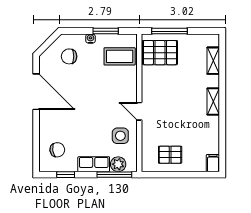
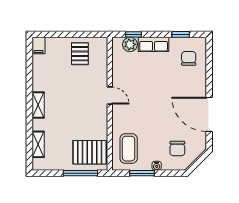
chair: (69, 56) -> (177, 149), turned 90
coffee table: (120, 56) -> (129, 149), turned 90
side table: (120, 136) -> (128, 72), removed
chair: (57, 150) -> (189, 58), turned 99
pallet: (170, 155) -> (80, 54), turned 90
window: (114, 175) -> (134, 34), width x0.46

